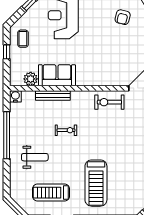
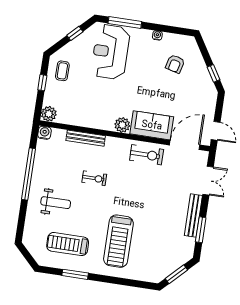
sofa: (57, 75) -> (152, 125), moved
plant: (31, 79) -> (49, 114), moved
plant: (84, 79) -> (122, 125), added
exercise bike: (109, 102) -> (147, 155), turned 180

